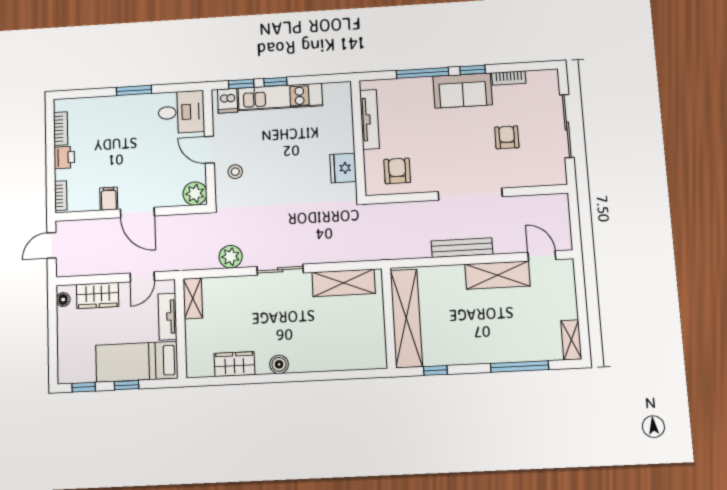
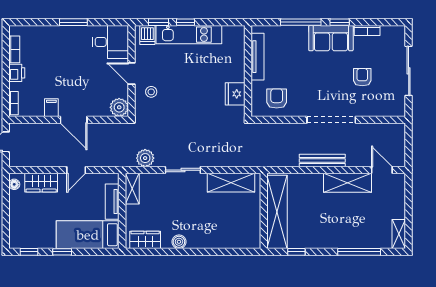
shelving: (193, 298) -> (132, 189), moved
tv unit: (167, 317) -> (112, 202), moved
wall: (181, 328) -> (122, 211), moved
bed: (137, 362) -> (88, 235), moved

